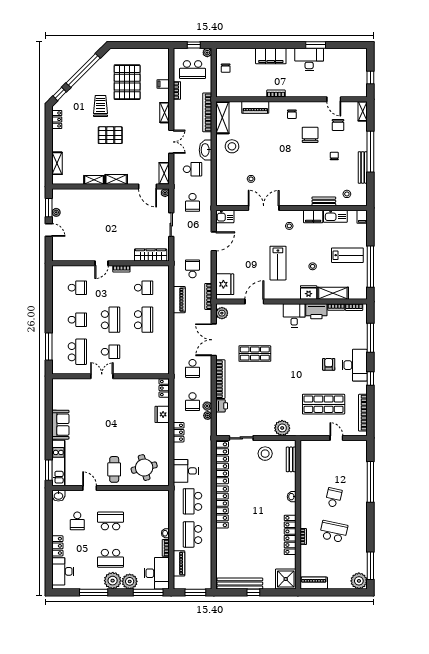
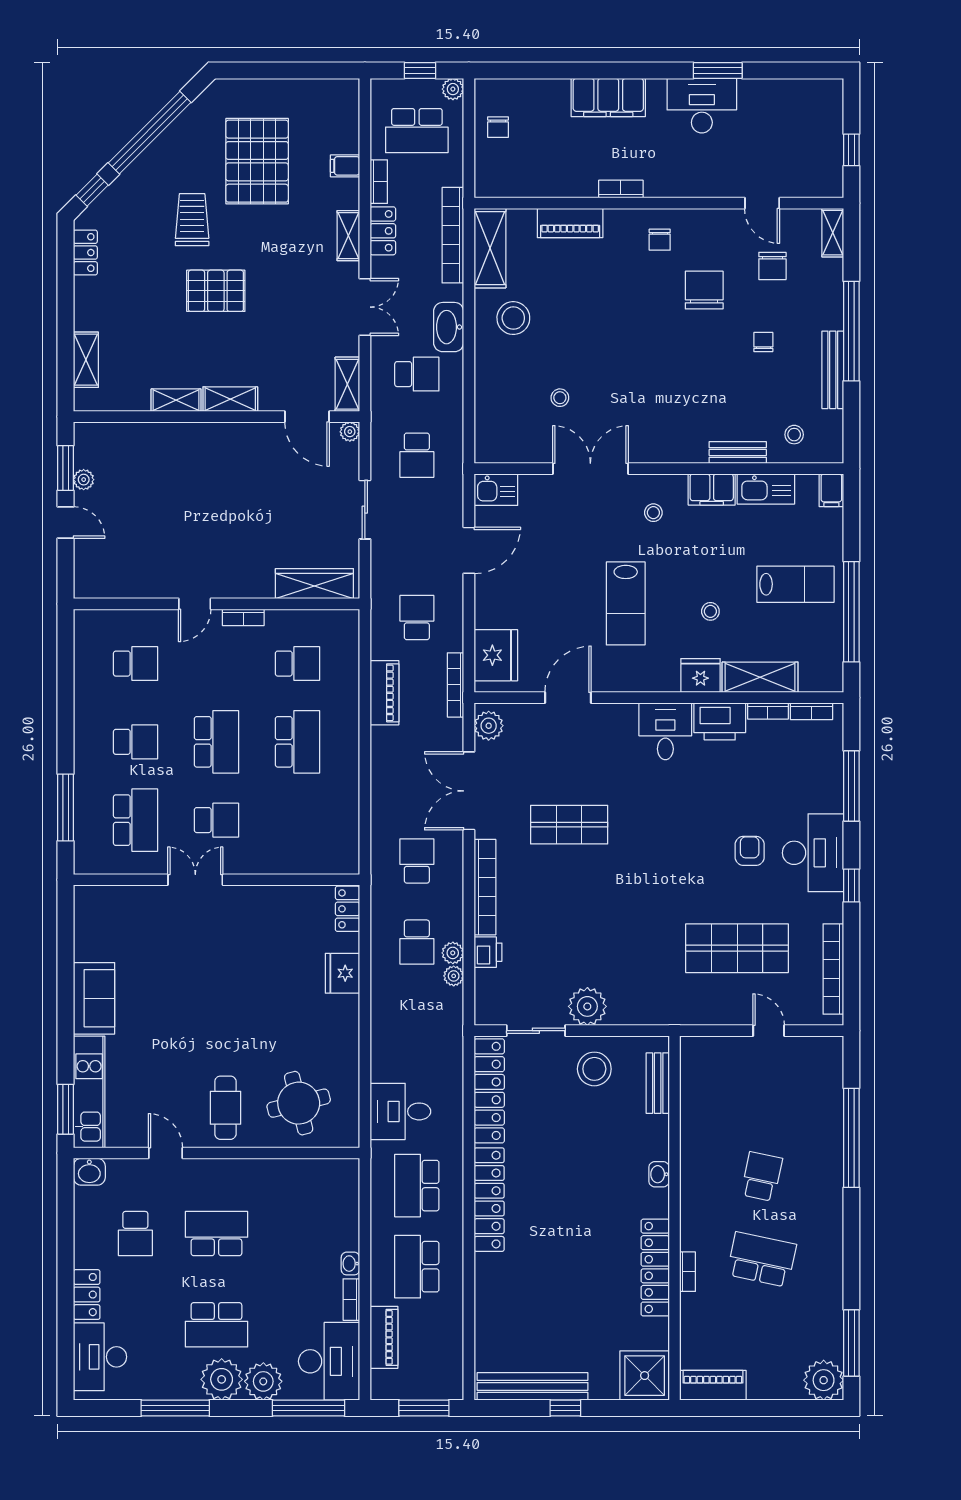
school desk: (192, 368) -> (417, 861), turned 180
plant: (282, 428) -> (587, 1006), moved
locker: (179, 432) -> (383, 231), moved

